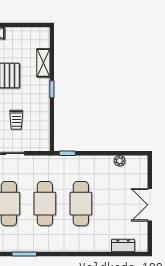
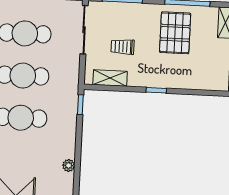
shelving: (43, 63) -> (110, 78), moved

